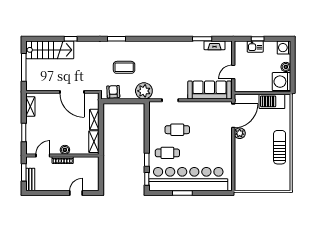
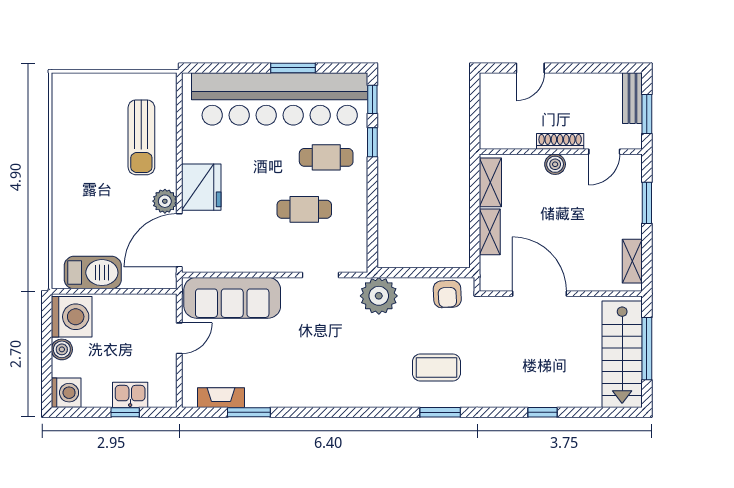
stairs: (50, 50) -> (622, 354), moved, turned -90
coffee table: (124, 67) -> (436, 368), moved
fridge: (223, 140) -> (201, 187), added
sun lounger: (280, 147) -> (141, 137), moved

